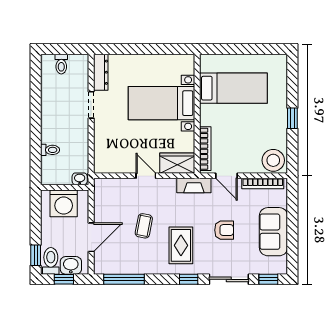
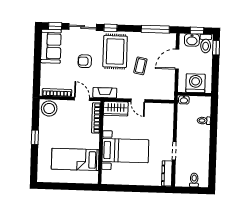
sofa: (273, 232) -> (51, 46), moved
rug: (181, 245) -> (115, 52), width x1.36, depth x1.43

